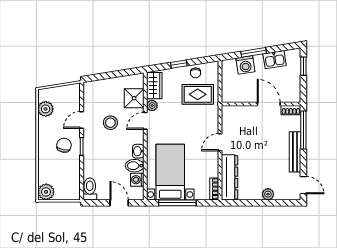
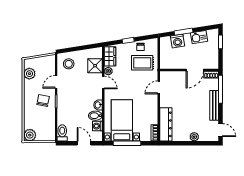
door: (269, 104) -> (195, 70), swing flipped
door: (145, 121) -> (103, 82), swing flipped
stool: (110, 123) -> (69, 64), moved
door: (220, 142) -> (159, 88), moved

